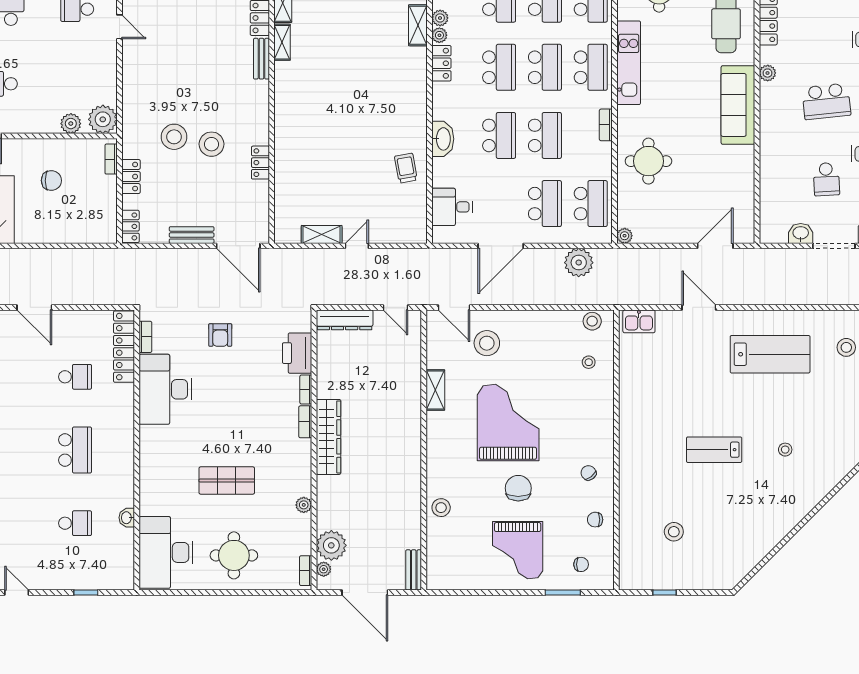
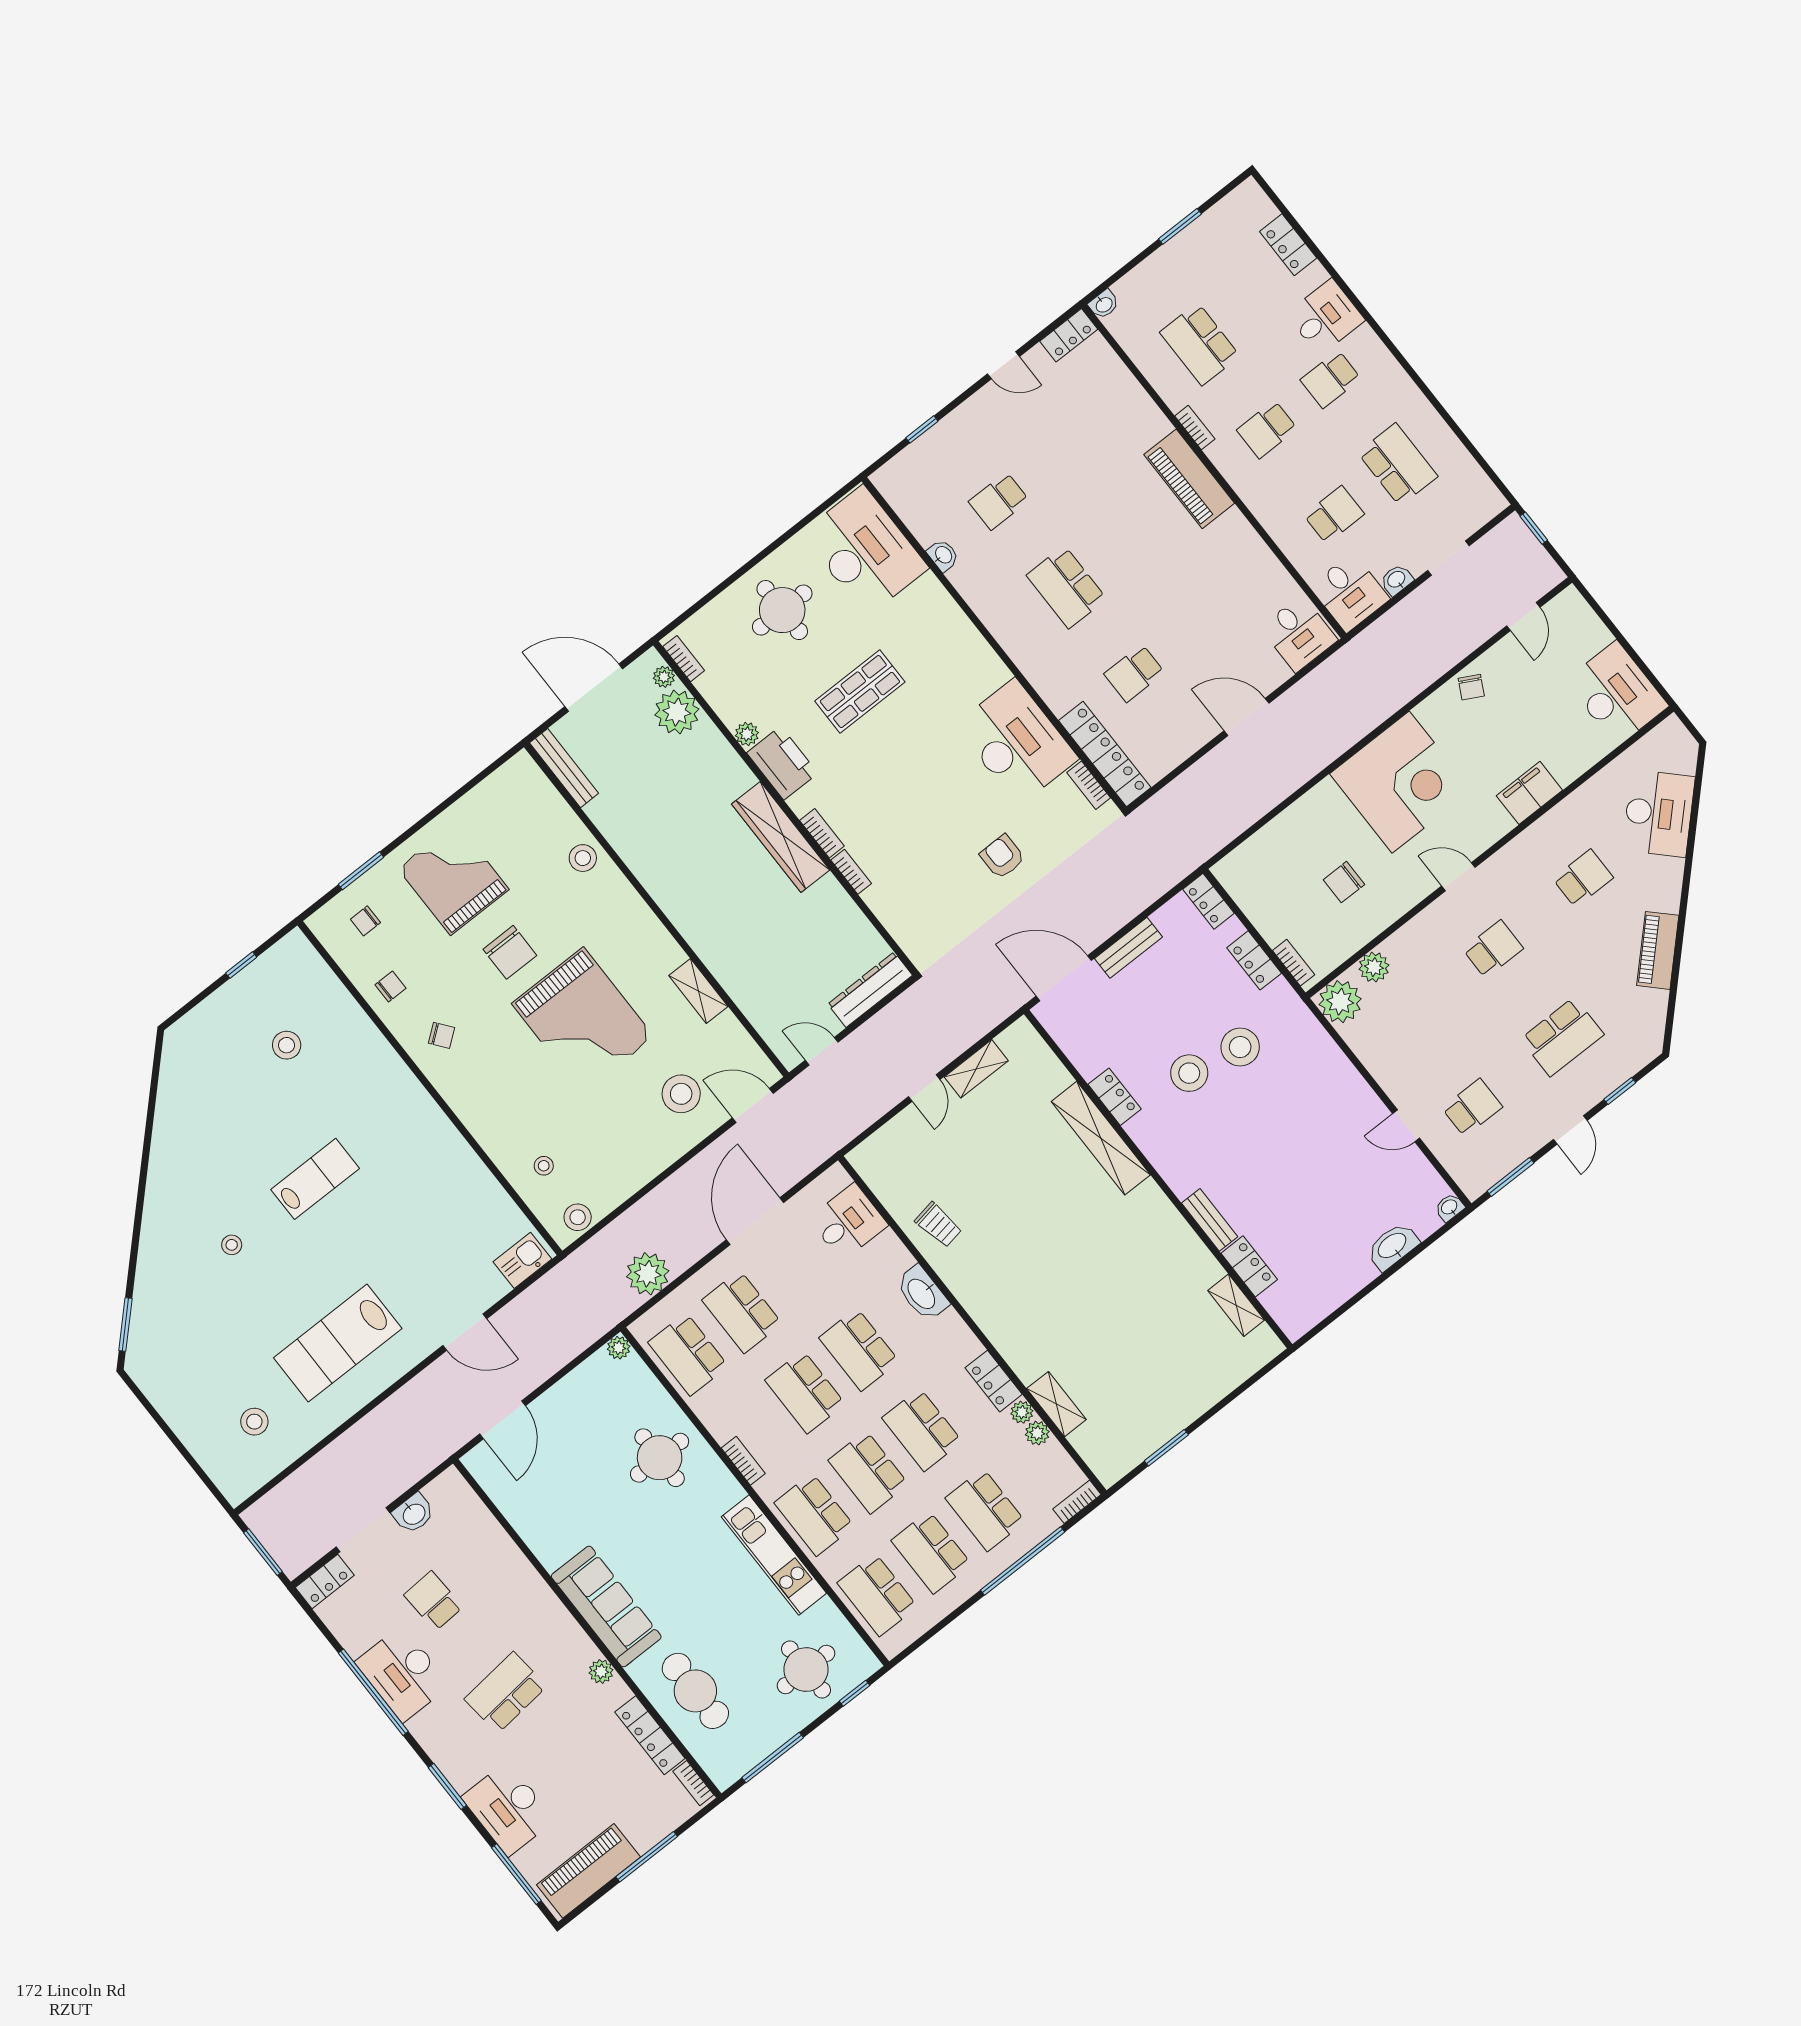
shelving: (282, 42) -> (1101, 1138), moved, width x2.20, depth x1.33
printer: (297, 353) -> (782, 763), moved
bench: (414, 570) -> (564, 768), width x1.36

